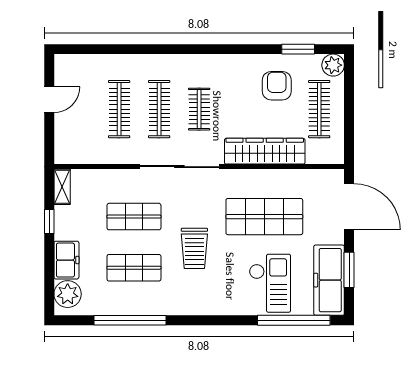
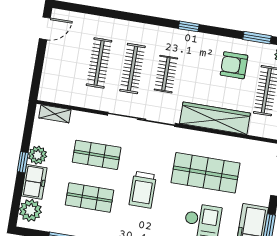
window: (217, 49) -> (189, 26), added
armchair: (277, 86) -> (234, 65), turned -90
door: (49, 99) -> (45, 28), moved
shelving: (62, 187) -> (55, 114), moved, turned 90
window: (49, 222) -> (23, 162), moved
plant: (65, 228) -> (37, 155), added

